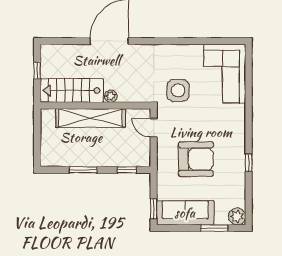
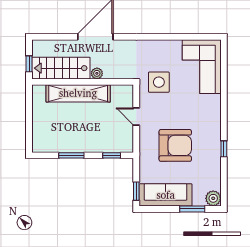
stairs: (72, 91) -> (61, 68), moved
plant: (111, 96) -> (97, 73), moved
wall: (95, 105) -> (83, 82), moved
shelving: (91, 118) -> (78, 93), moved

